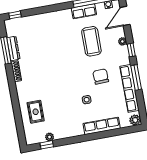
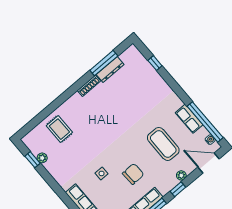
window: (15, 15) -> (155, 63), moved
coffee table: (91, 41) -> (163, 144), turned 90
rug: (36, 112) -> (59, 129), turned 90

